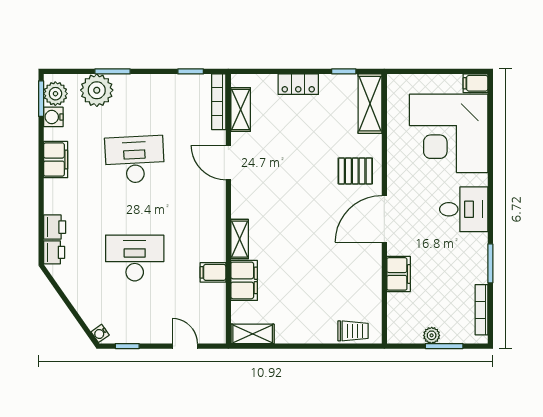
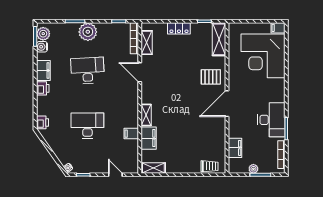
plant: (97, 90) -> (88, 32), moved
desk: (464, 209) -> (271, 120), moved, width x1.37
printer: (55, 227) -> (43, 88), moved
filing cabinet: (399, 274) -> (235, 148), moved

